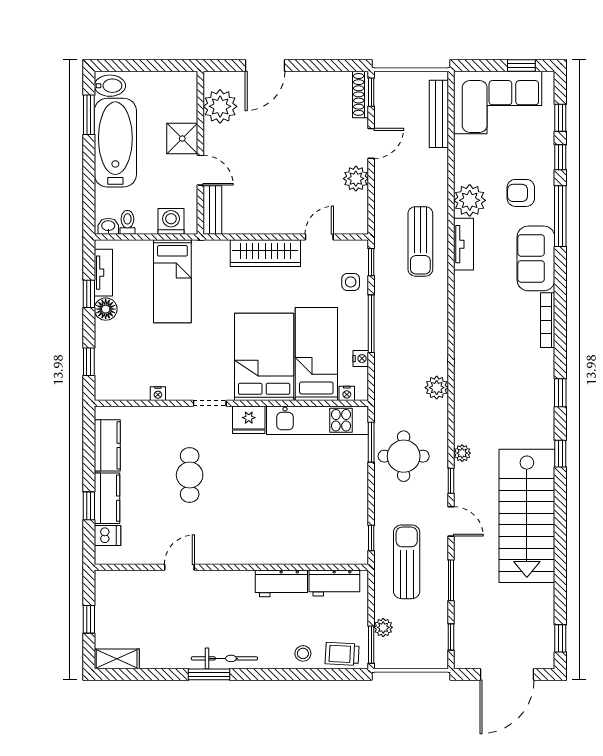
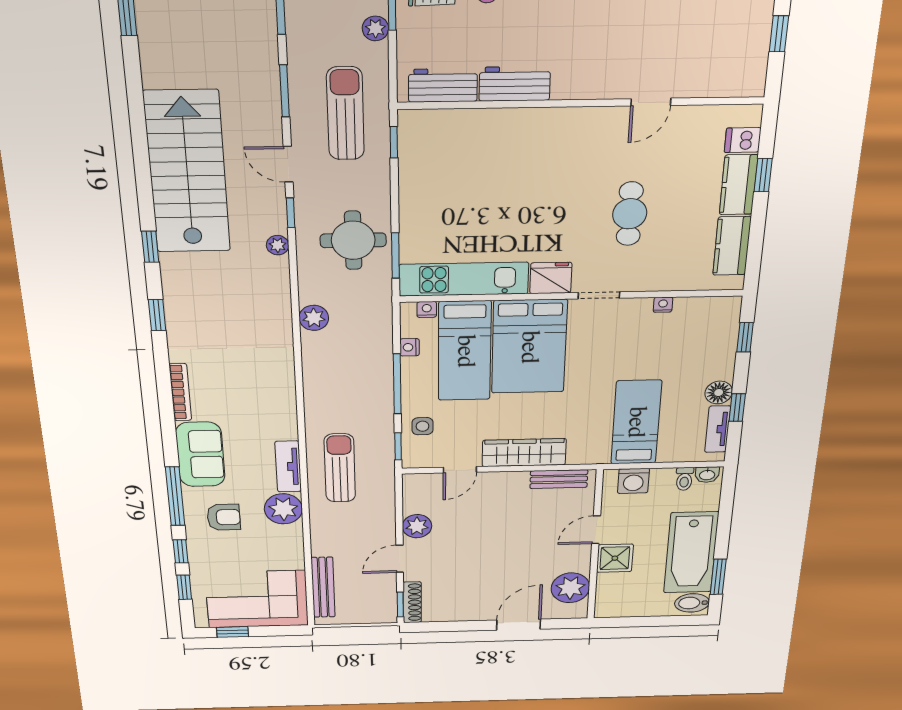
door: (200, 170) -> (596, 530), hinge flipped
bench: (212, 210) -> (559, 479), moved, turned 90
sun lounger: (407, 562) -> (345, 114), turned 180

